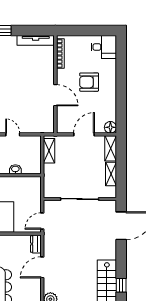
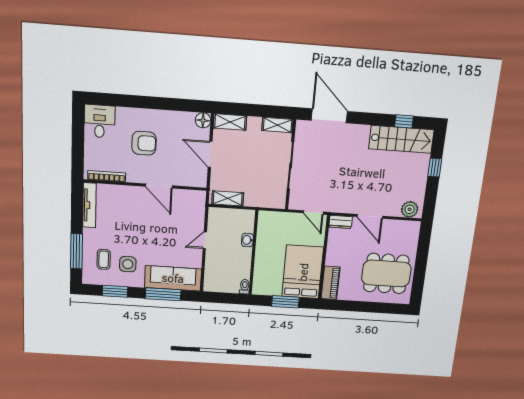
armchair: (89, 82) -> (144, 143), turned -90
door: (55, 95) -> (159, 186), swing flipped
shelving: (111, 174) -> (278, 125), moved

